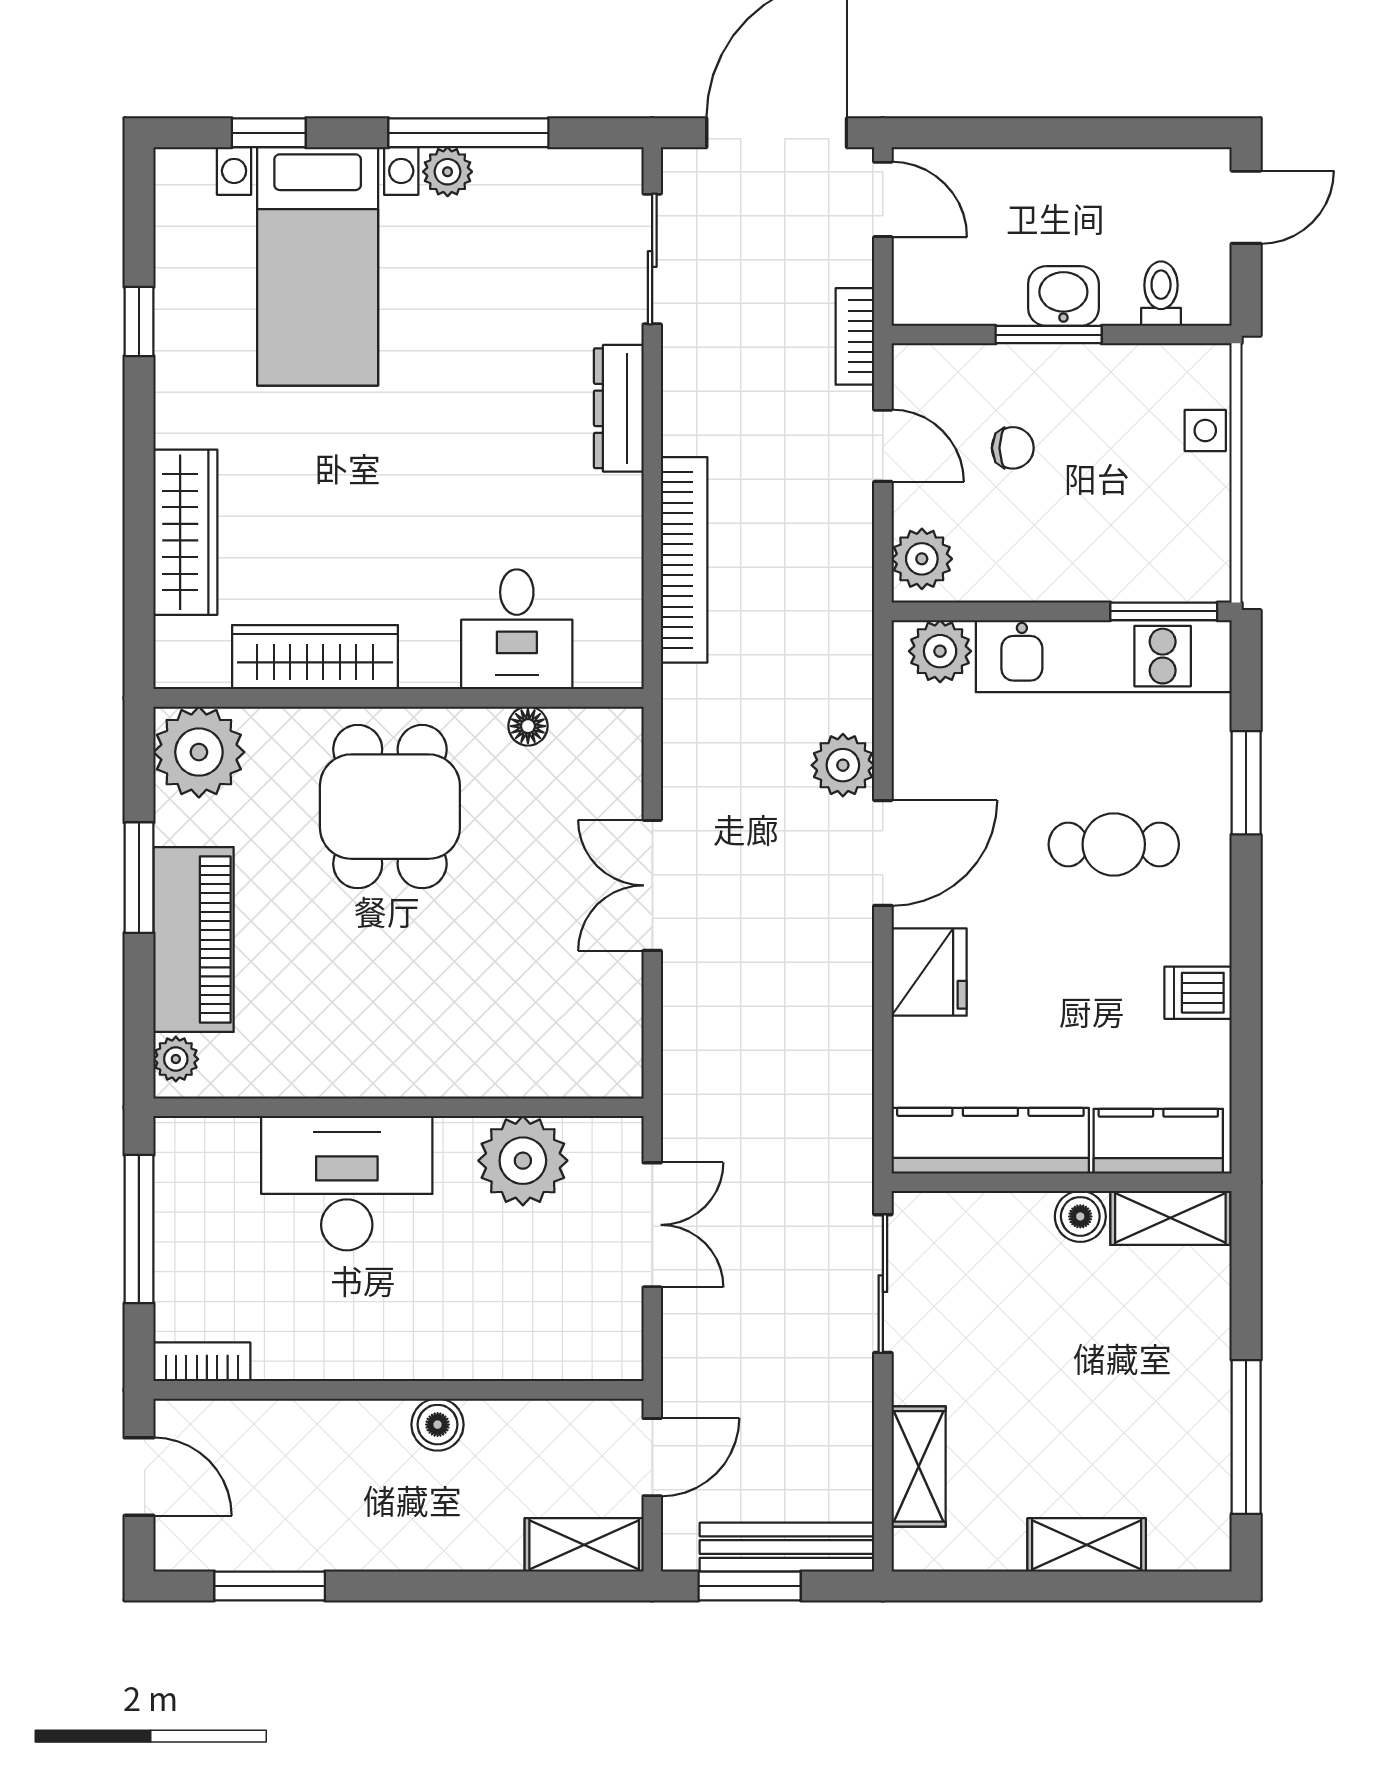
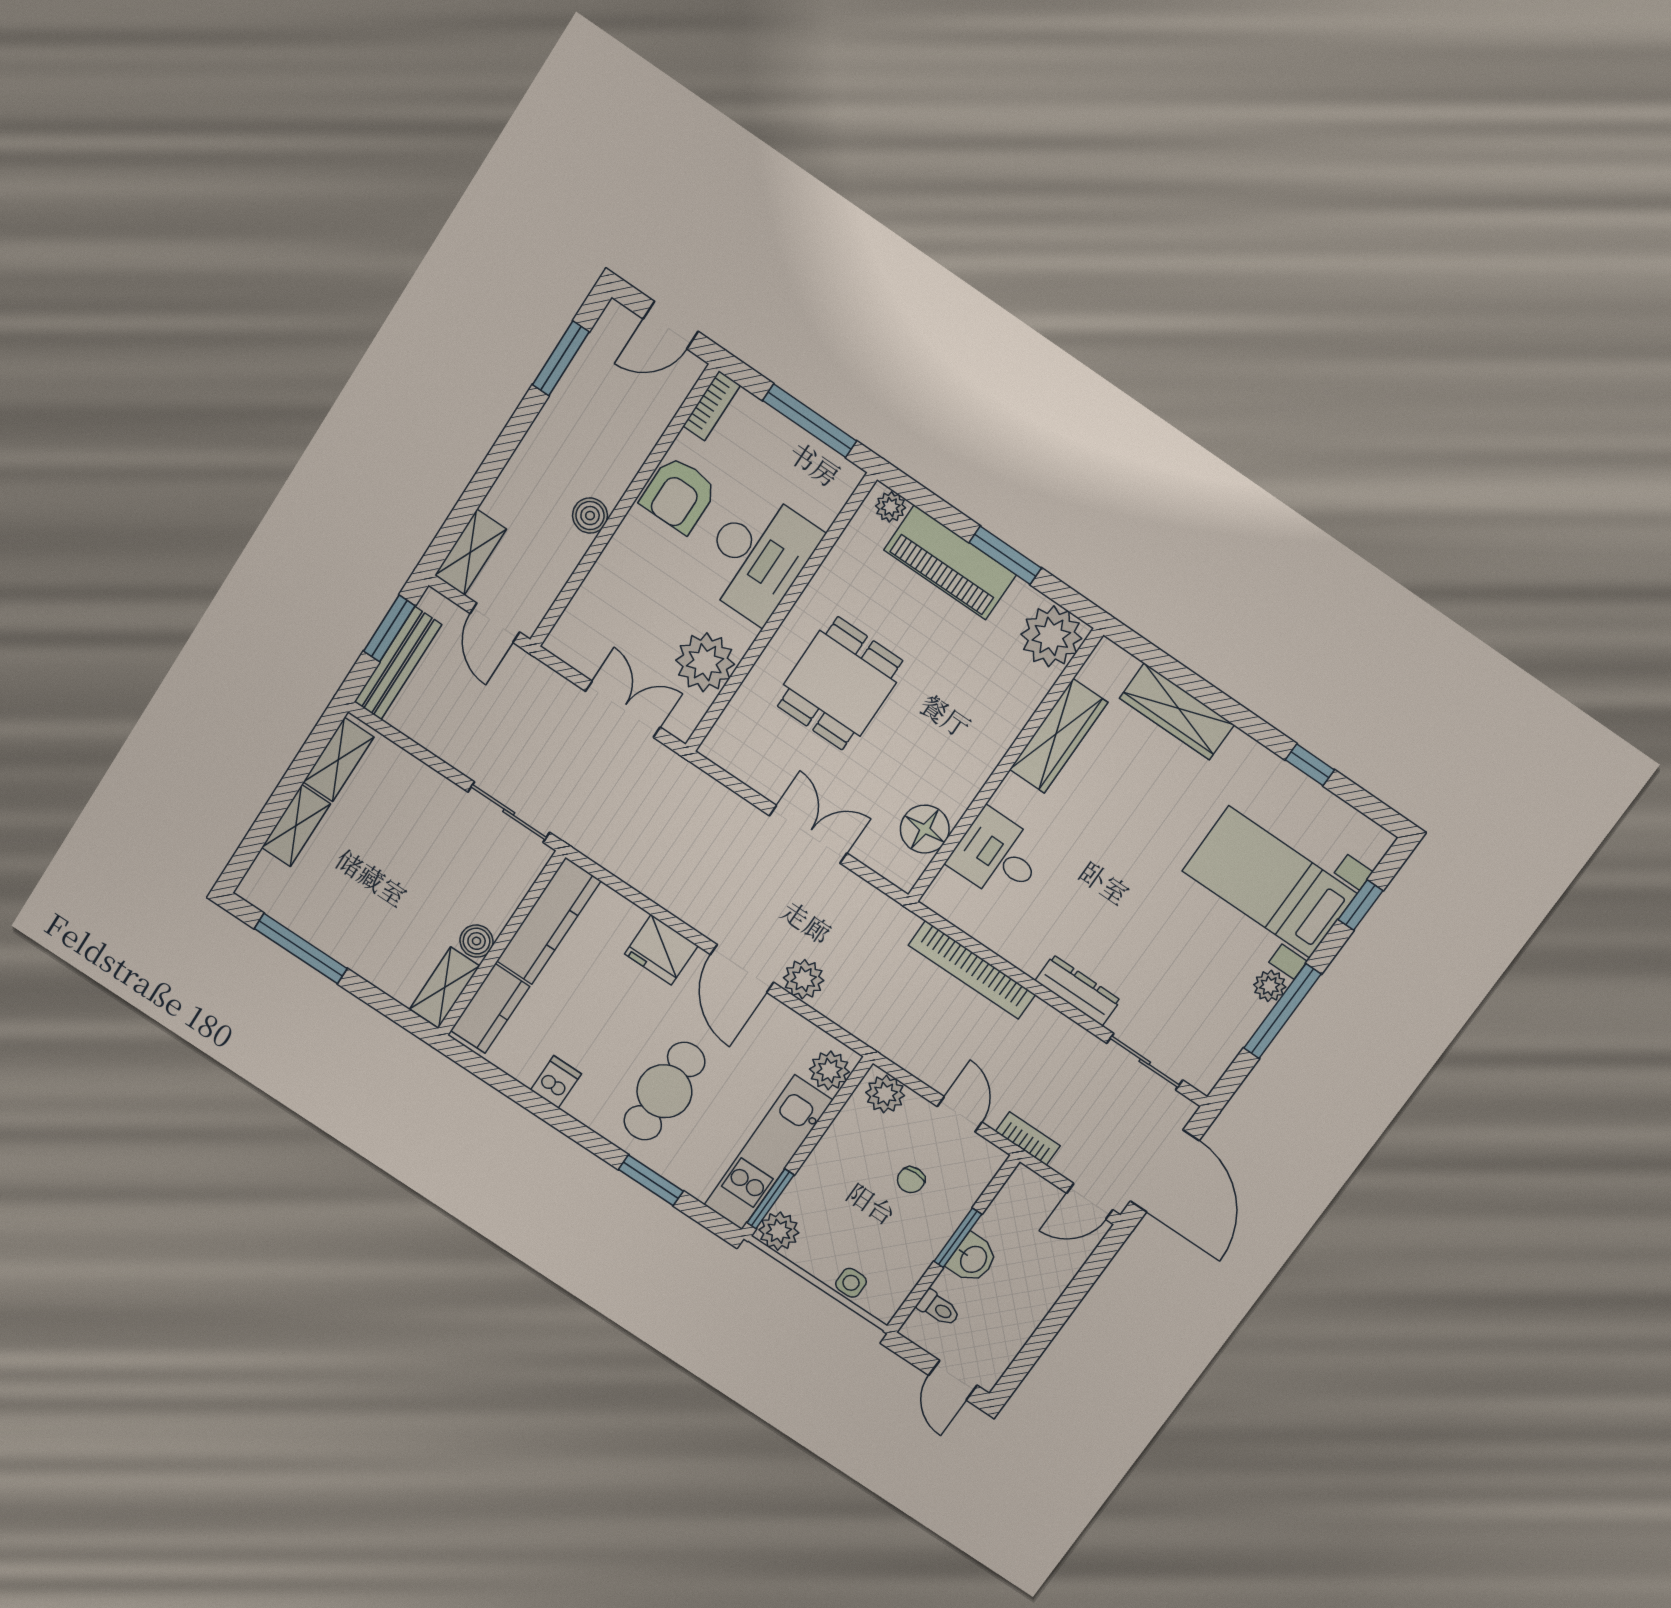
door: (883, 446) -> (960, 1114), swing flipped
plant: (1200, 571) -> (779, 1231), added
floor lamp: (528, 726) -> (925, 829), width x1.89, depth x1.89
dining table: (390, 807) -> (840, 683), moved, turned 90
cafe table: (1114, 844) -> (664, 1091), width x1.37, depth x1.35
double door: (652, 1225) -> (623, 709), swing flipped
armchair: (337, 1331) -> (679, 495), added
shelving: (919, 1466) -> (338, 760), moved, turned 90

